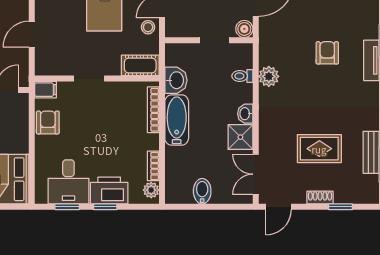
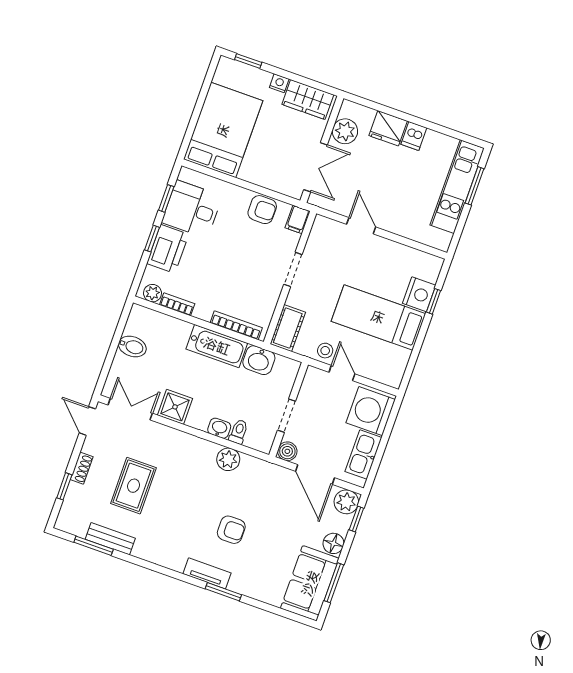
washbasin: (245, 114) -> (219, 428), moved

